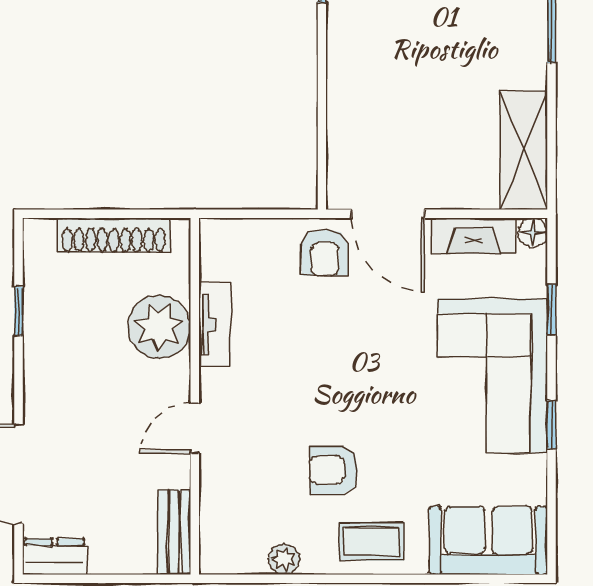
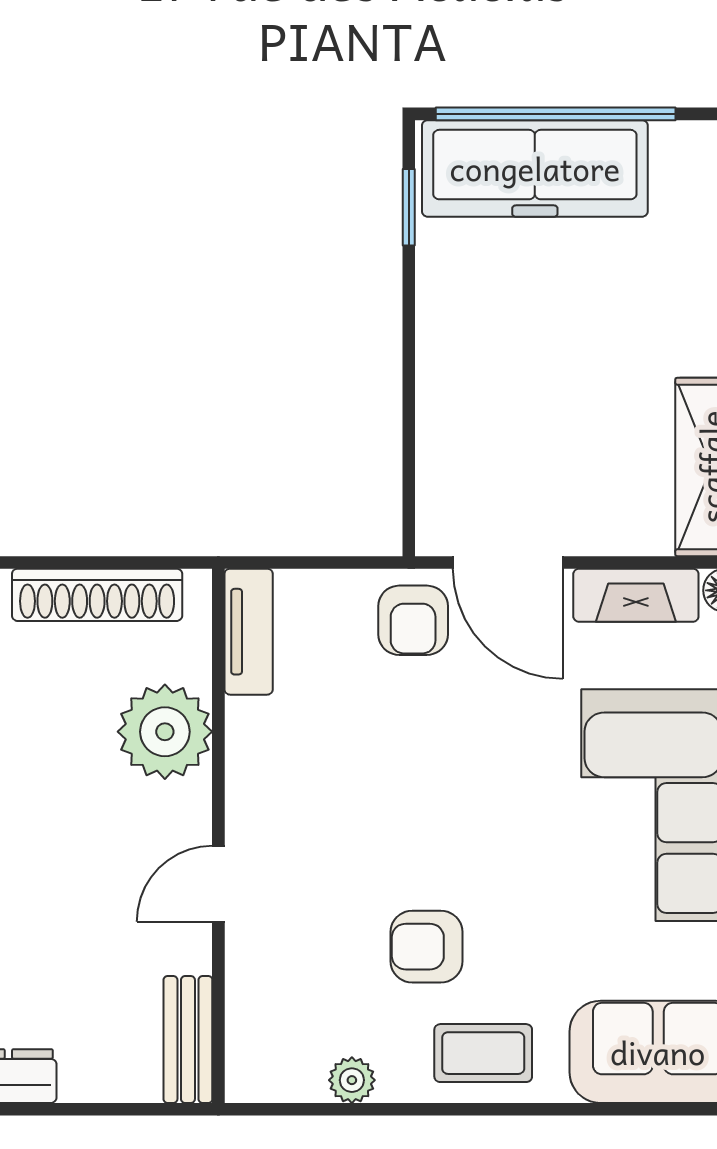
tv unit: (215, 324) -> (249, 632), moved

